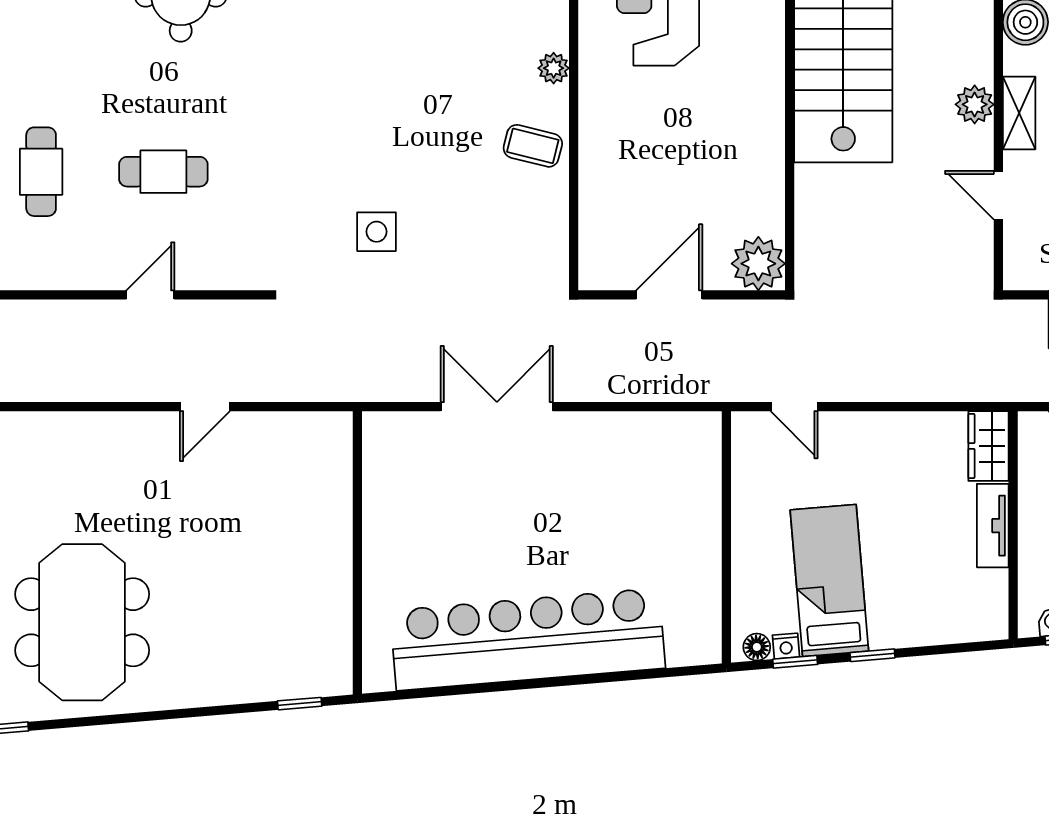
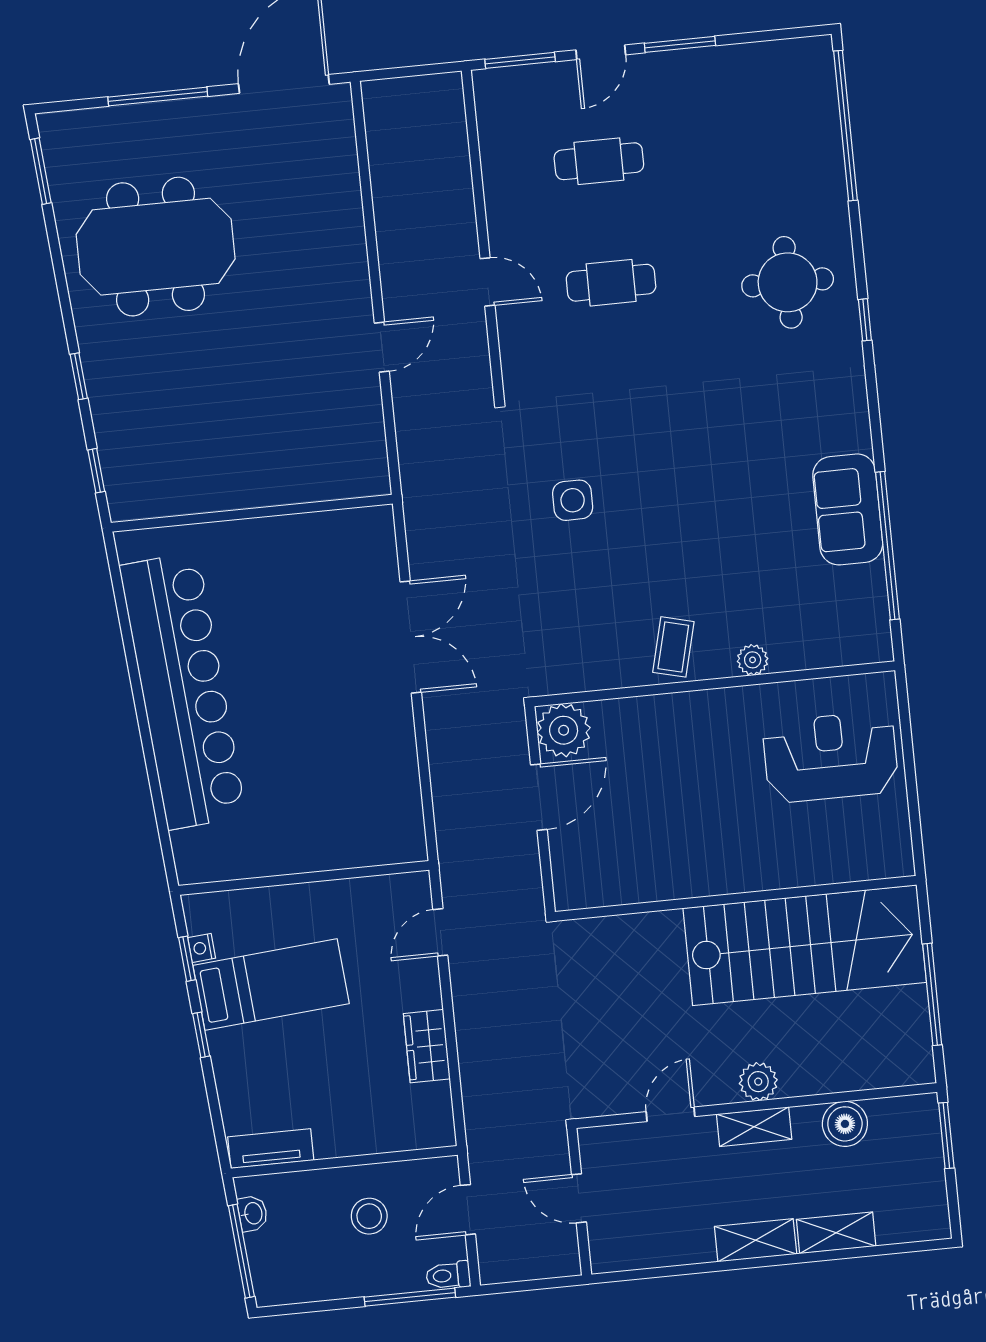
cafe table: (163, 172) -> (611, 283), turned 90
plant: (758, 264) -> (564, 730), moved
door: (669, 295) -> (539, 797), hinge flipped
door: (205, 407) -> (382, 347), swing flipped
wardrobe: (988, 446) -> (427, 1046), moved, turned -90
tv unit: (993, 526) -> (271, 1149), moved
floor lamp: (757, 647) -> (198, 919), removed
window: (204, 712) -> (79, 376), added

